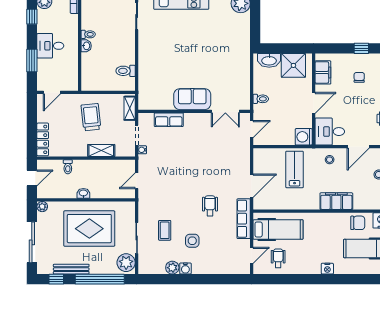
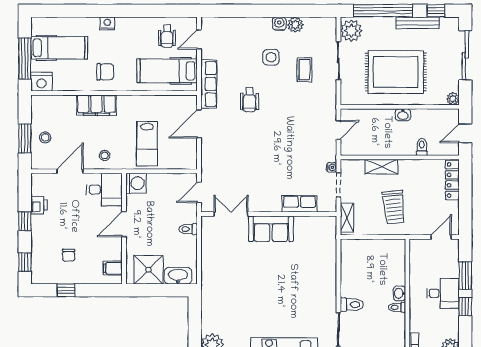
window: (32, 17) -> (465, 307), moved
toilet: (126, 71) -> (352, 305), moved
filing cabinet: (323, 72) -> (113, 268), width x0.50
chair: (358, 223) -> (105, 72), moved, turned 180

